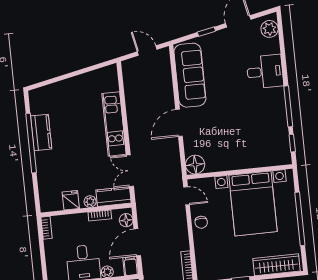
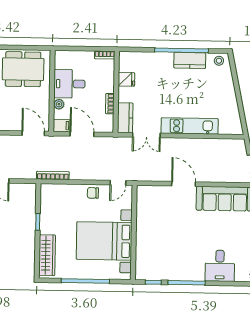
stool: (38, 100) -> (219, 61), added
floor lamp: (195, 165) -> (145, 194), removed
double door: (130, 171) -> (146, 135), swing flipped
plant: (90, 202) -> (123, 96), removed
floor lamp: (126, 220) -> (103, 126), removed

